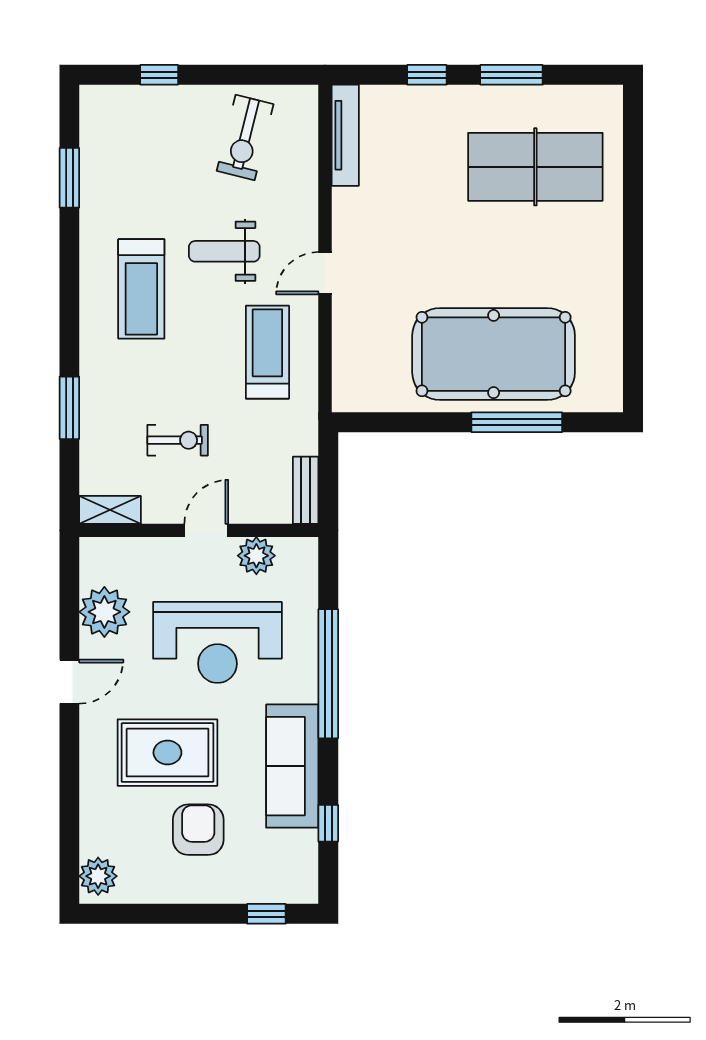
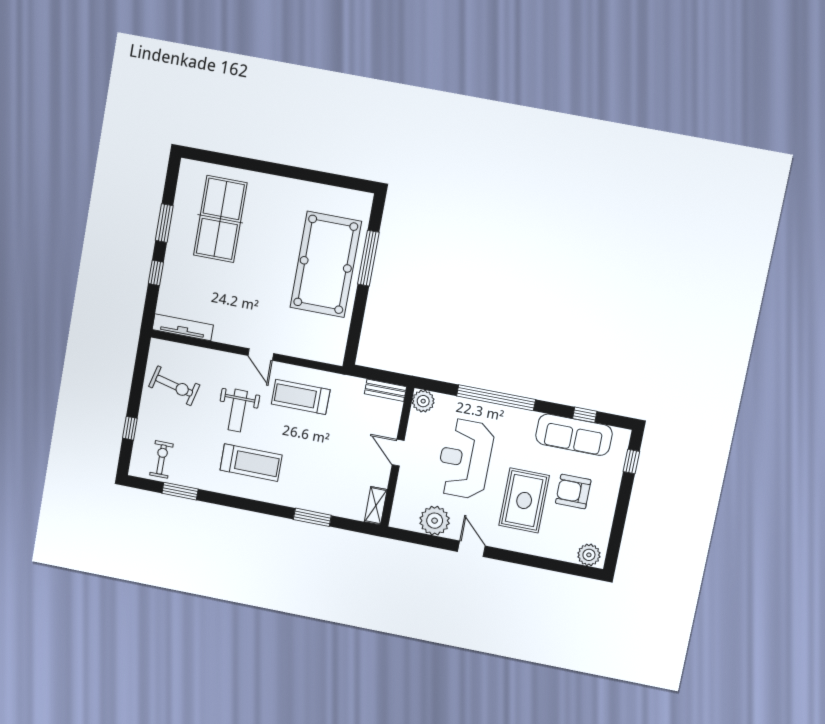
exercise bike: (178, 440) -> (161, 459), moved
plant: (256, 556) -> (423, 401), moved
reception desk: (217, 642) -> (465, 459), turned 180
sofa: (292, 766) -> (574, 435), moved

